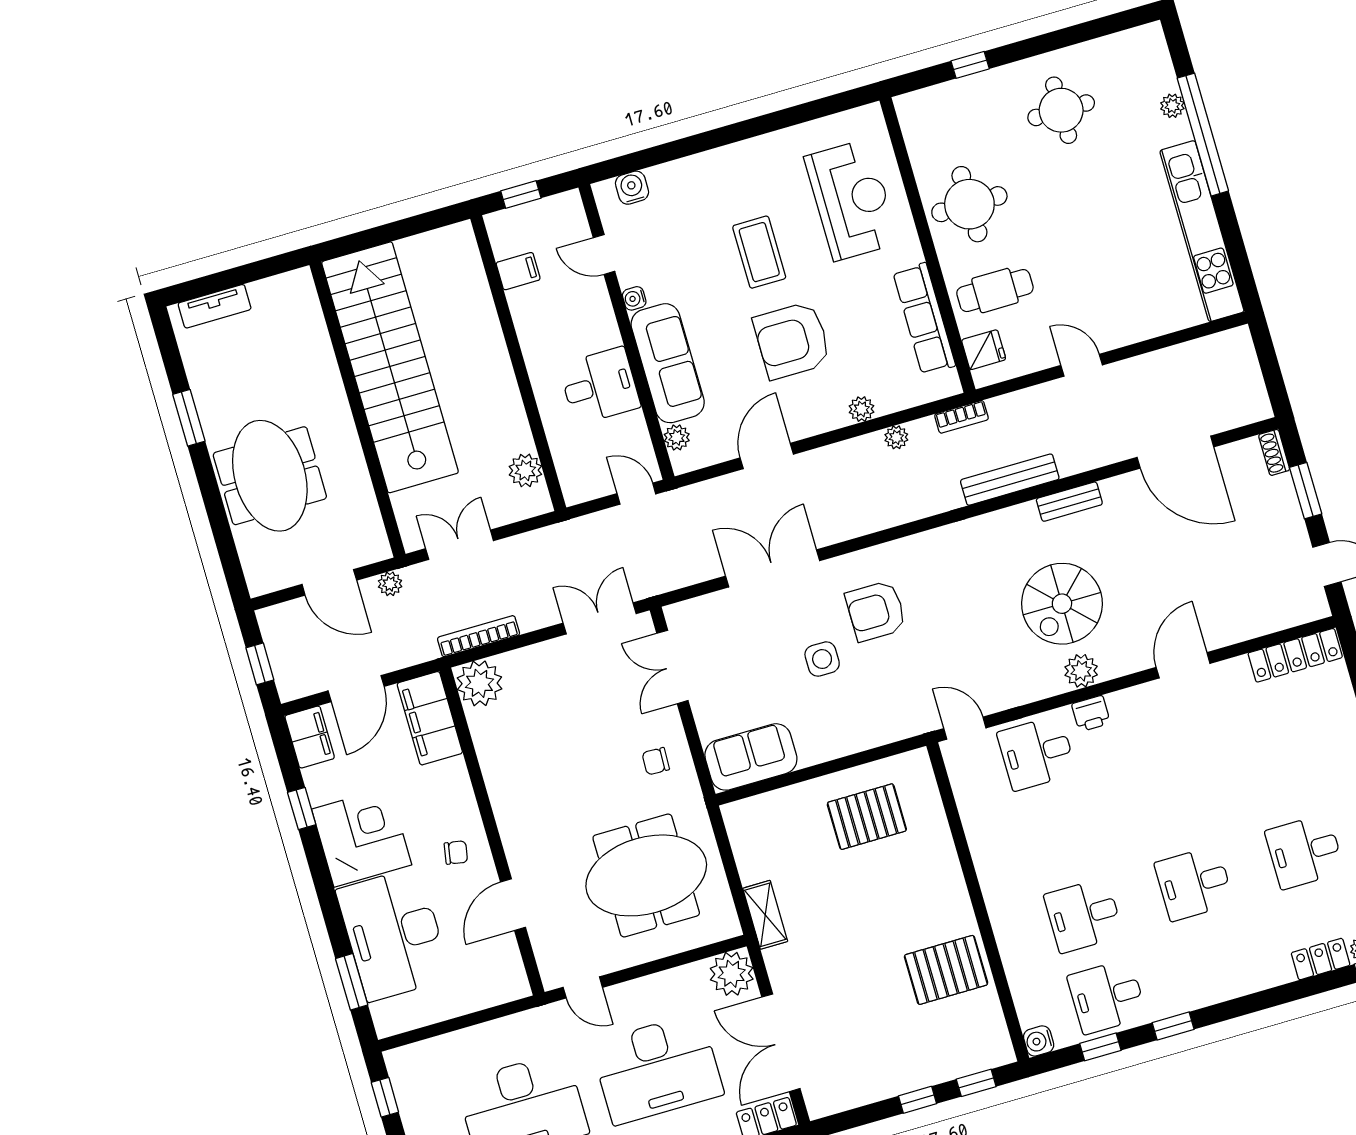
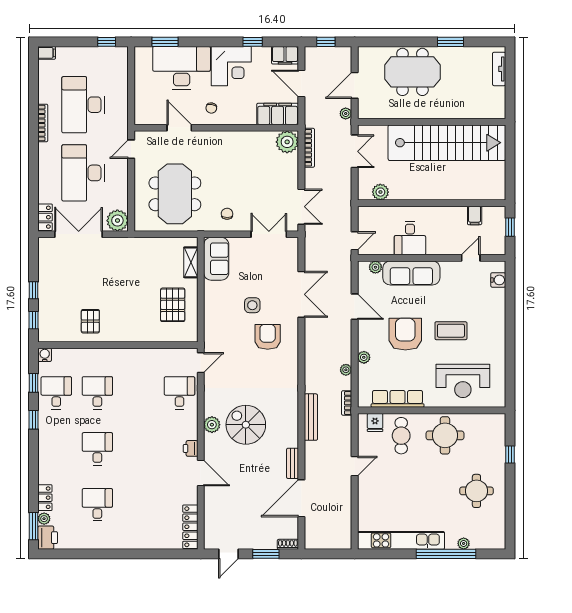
water cooler: (634, 298) -> (446, 266), removed
bench: (1069, 502) -> (293, 463), moved
printer: (1091, 714) -> (191, 448), moved
shelving: (765, 915) -> (191, 262), moved, turned 90
pallet: (946, 970) -> (90, 321), width x0.67, depth x0.71

